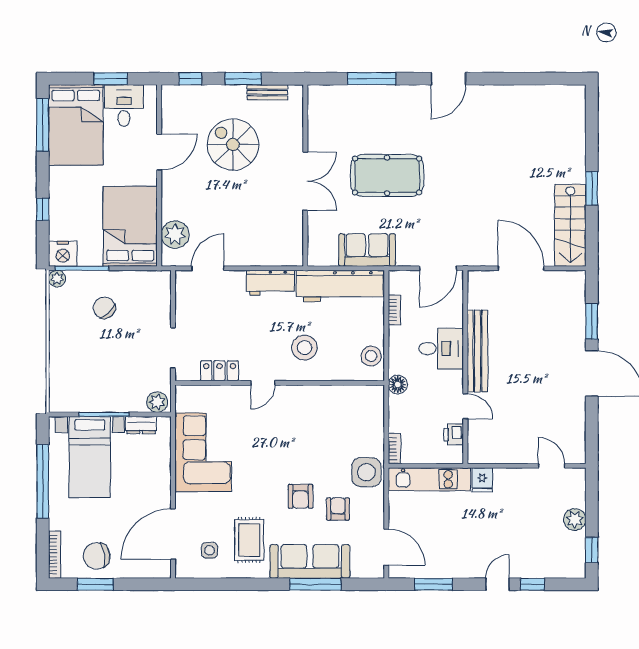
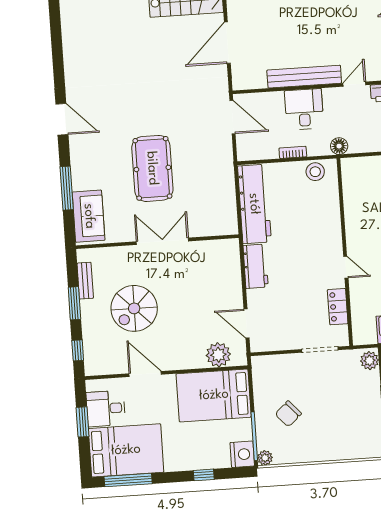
sofa: (367, 250) -> (89, 216), moved, turned 180
bookcase: (394, 310) -> (293, 152), moved
stool: (304, 348) -> (312, 232), removed

